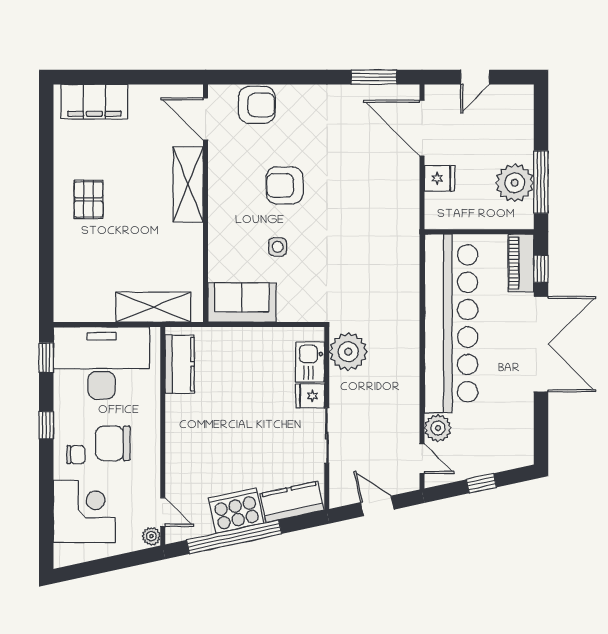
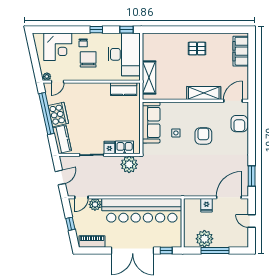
window: (541, 182) -> (215, 250), moved
piano: (521, 263) -> (92, 241), moved
sofa: (242, 302) -> (151, 122), width x1.36

